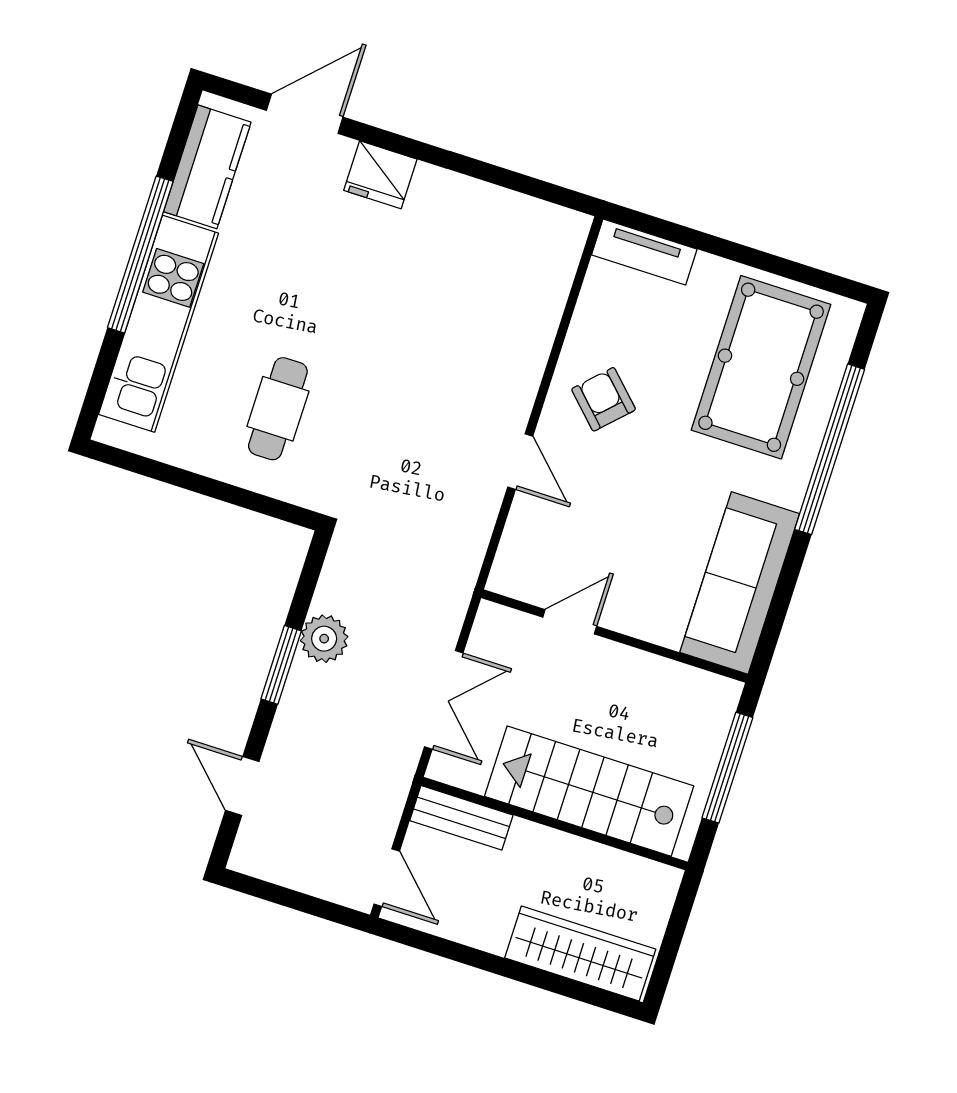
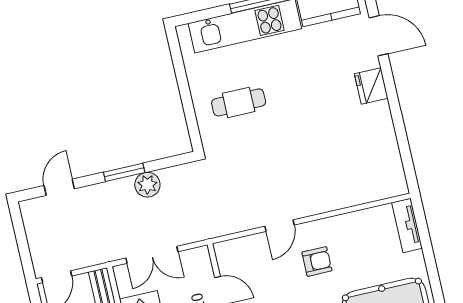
armchair: (604, 399) -> (317, 261), moved, turned 45

